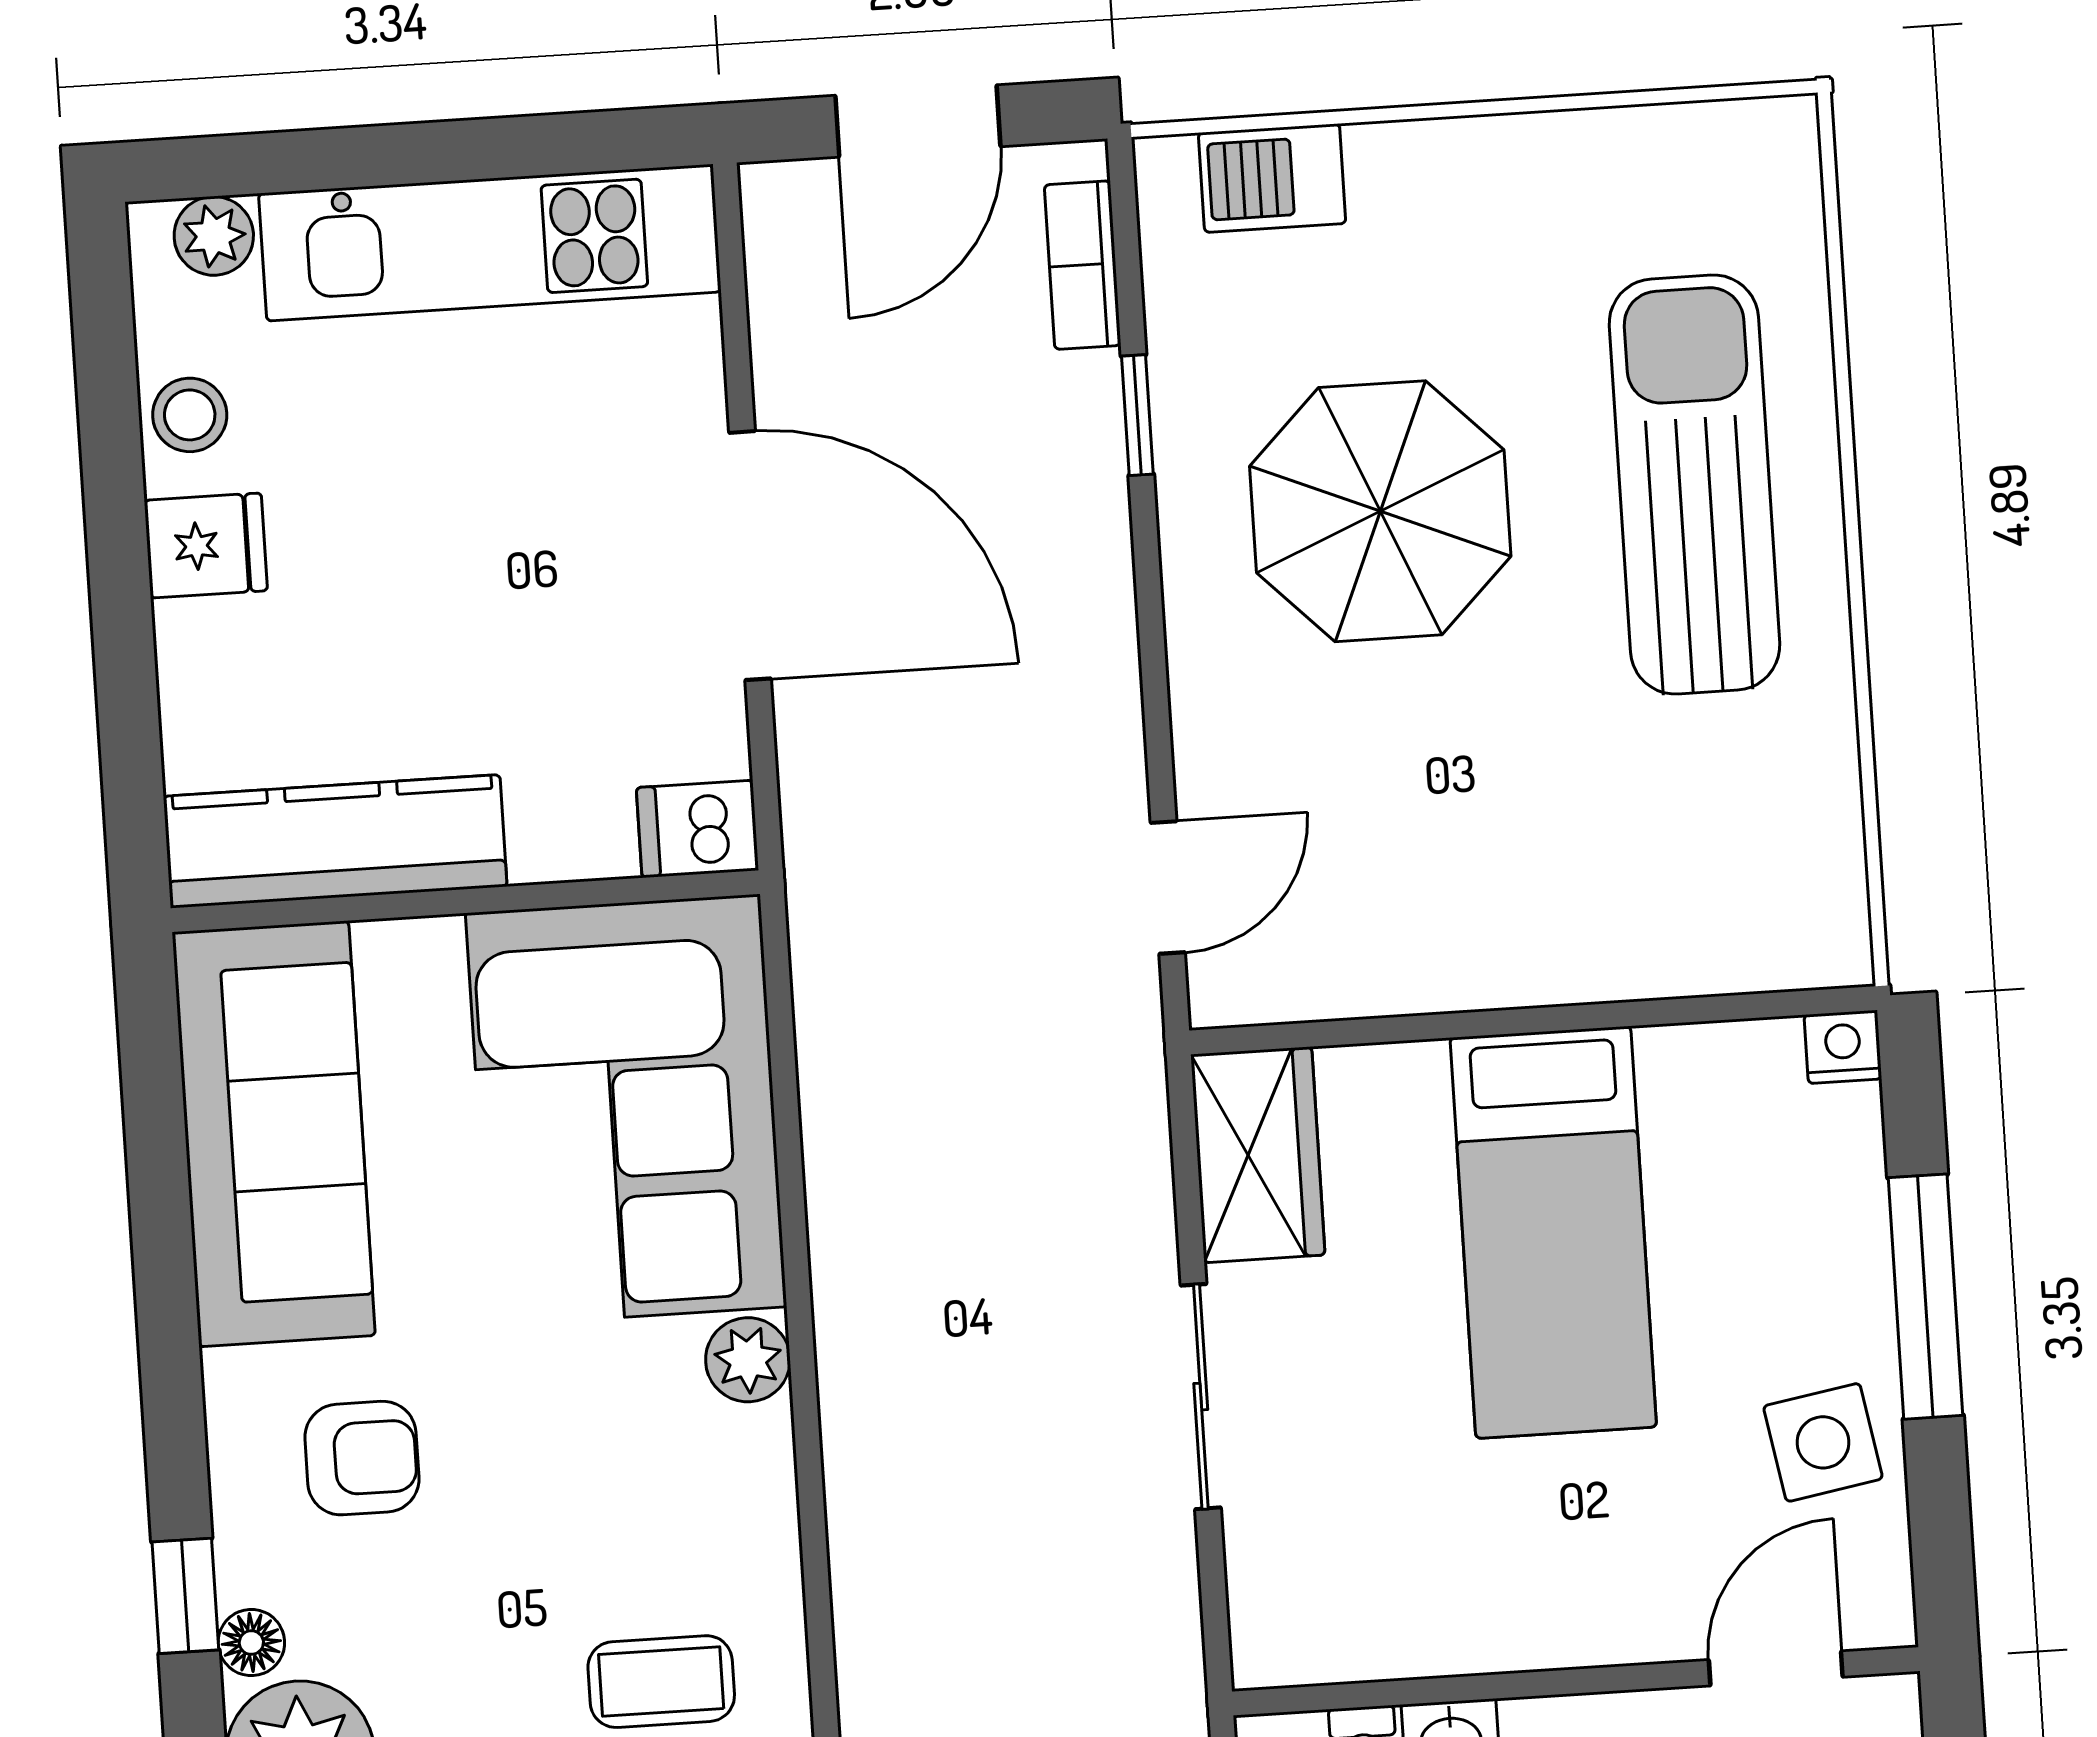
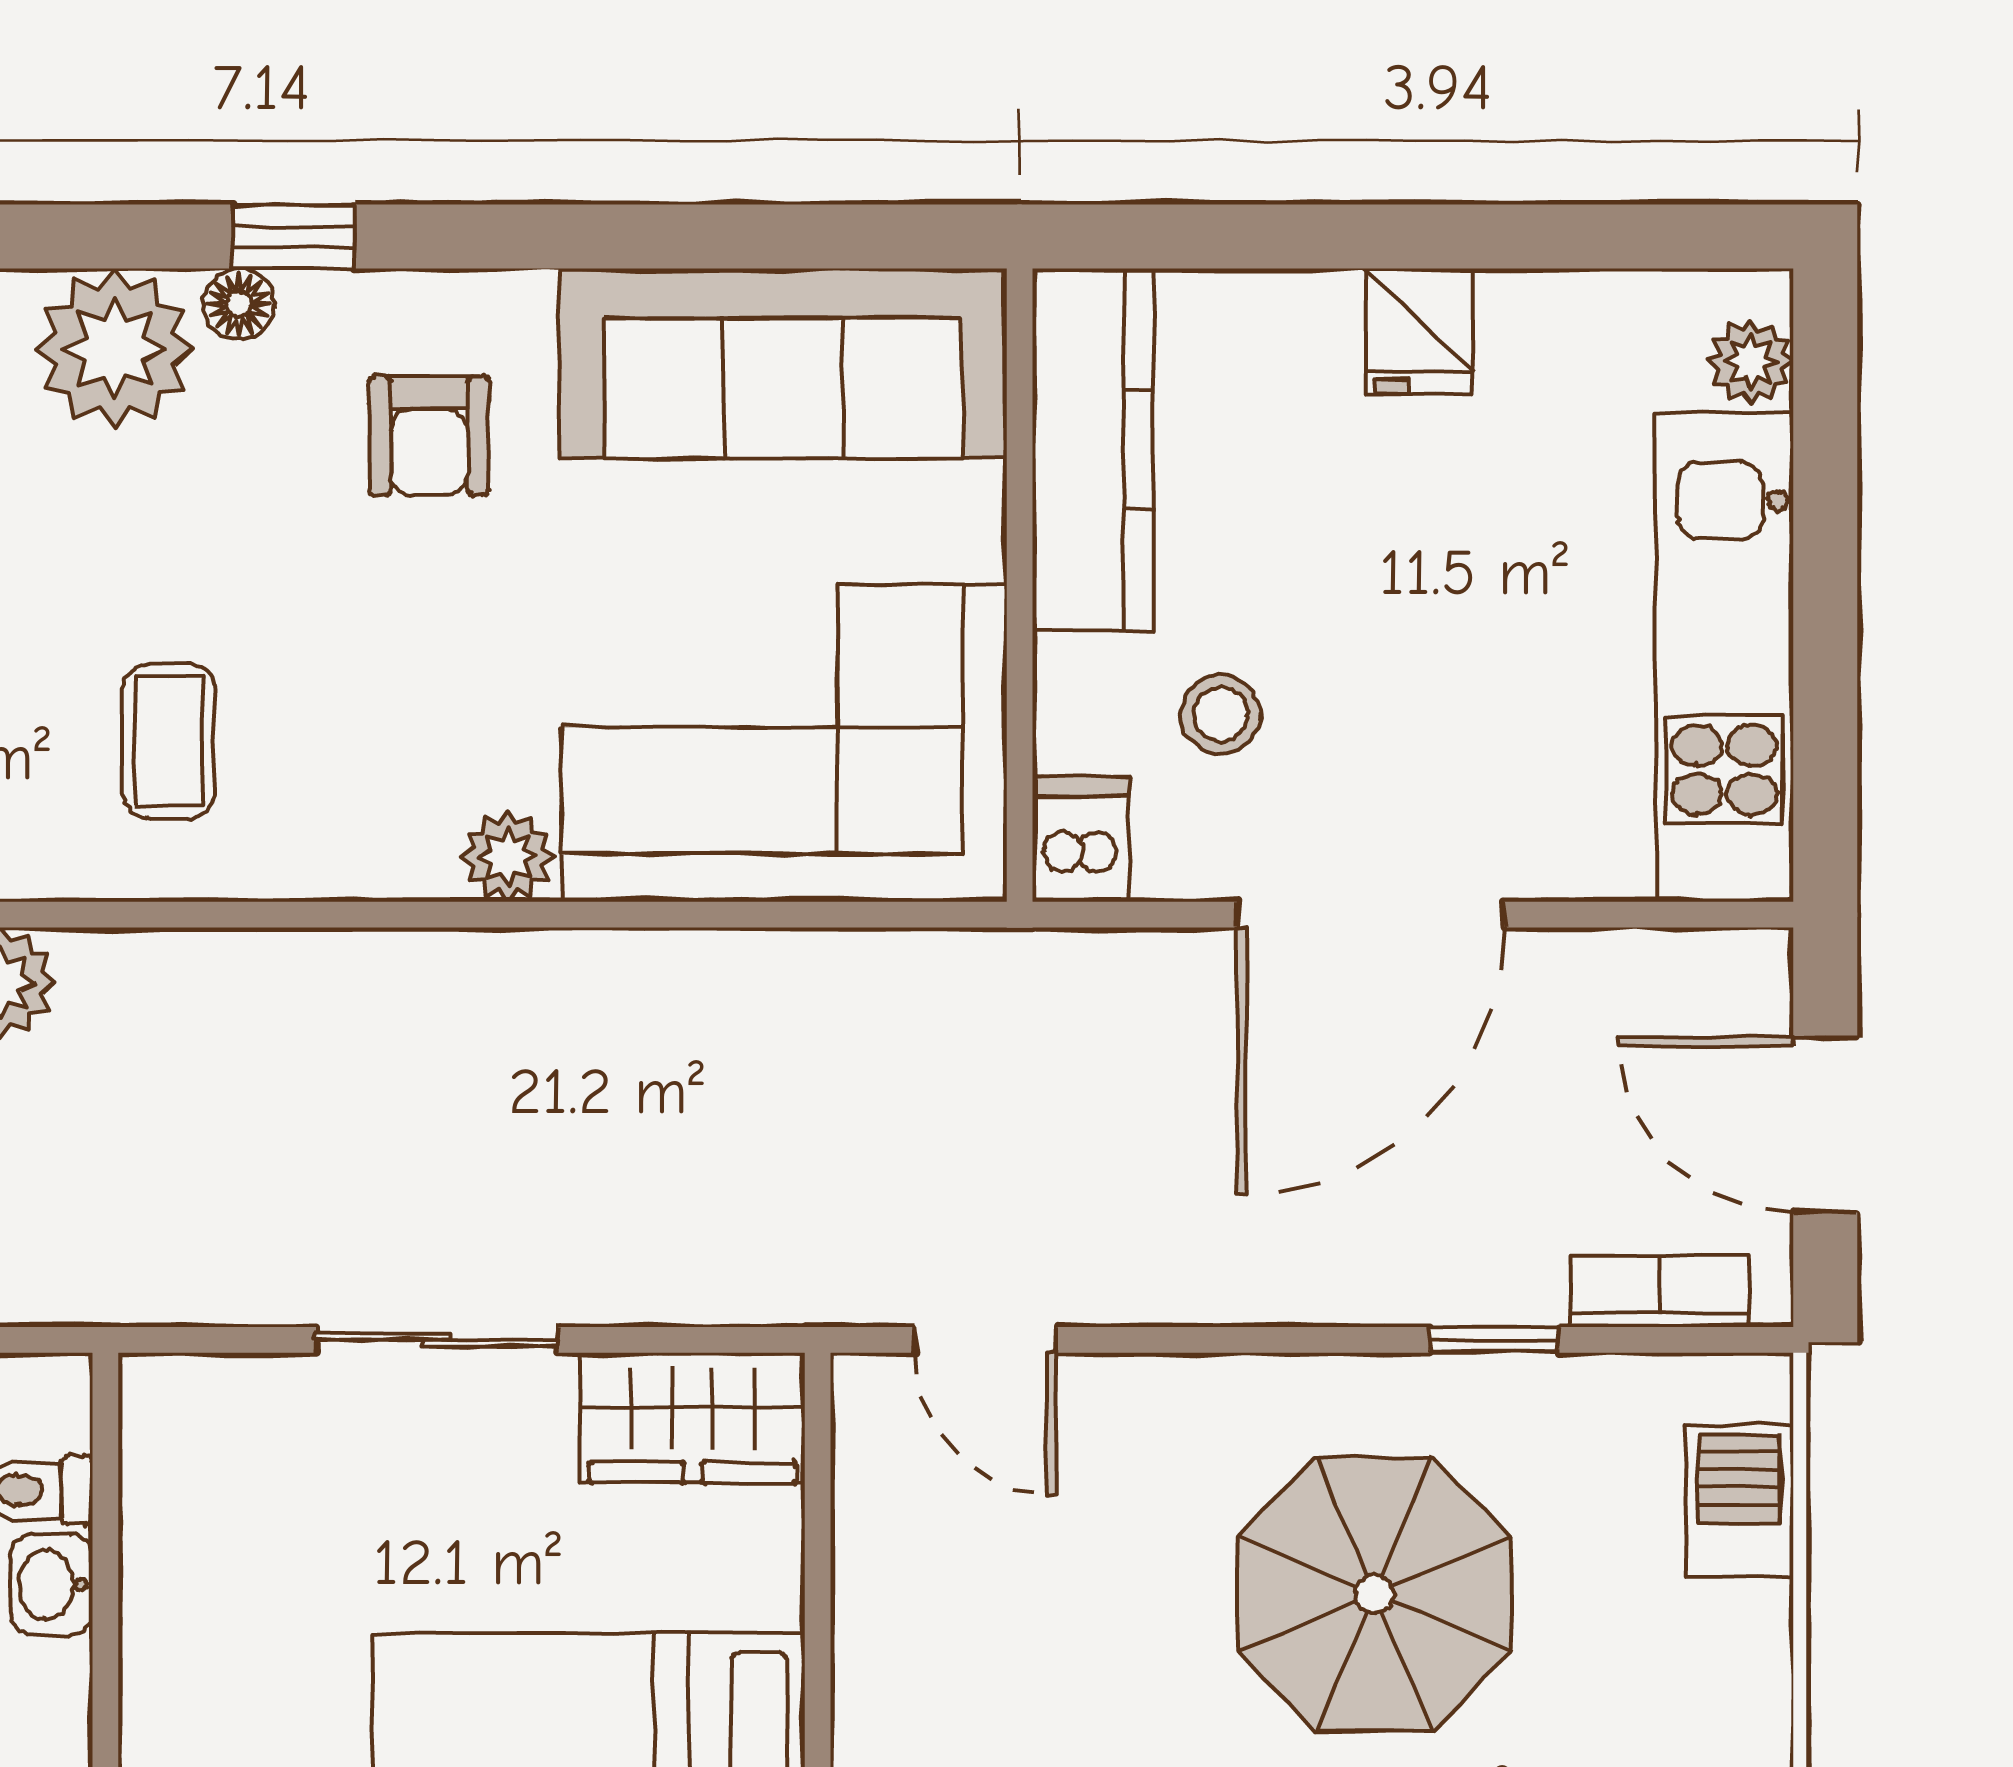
stool: (190, 415) -> (1221, 714), moved

